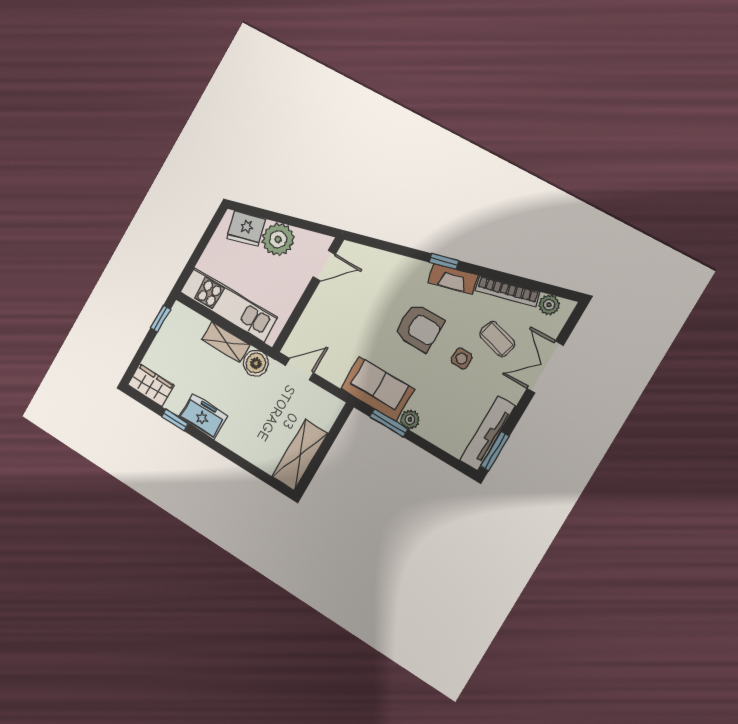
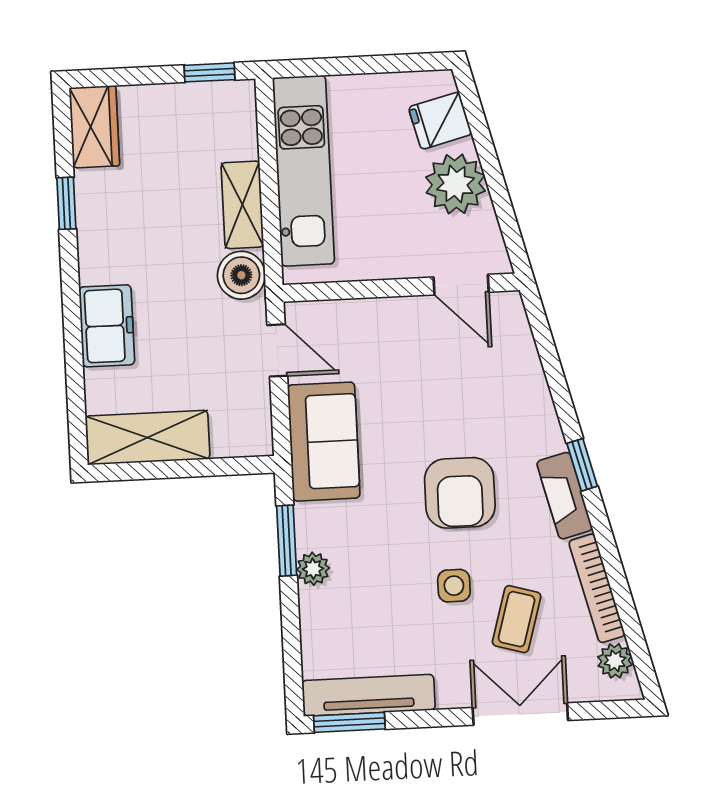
fridge: (246, 229) -> (440, 121), width x0.72
sofa: (377, 389) -> (324, 442), moved
freezer: (203, 416) -> (107, 326), moved

